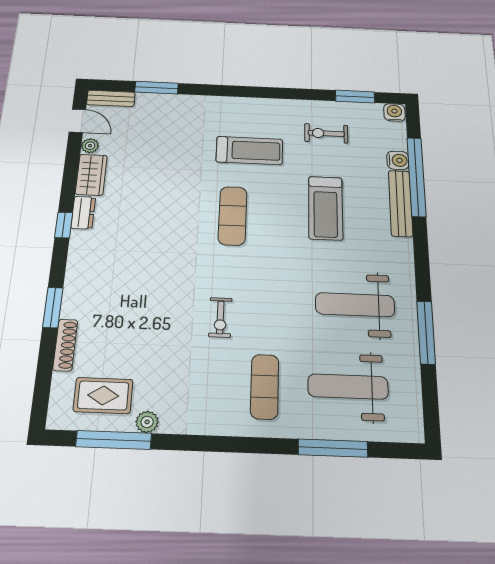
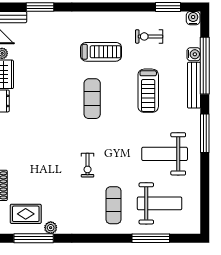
window: (426, 332) -> (205, 133), moved
weight bench: (348, 387) -> (160, 203), turned 180

